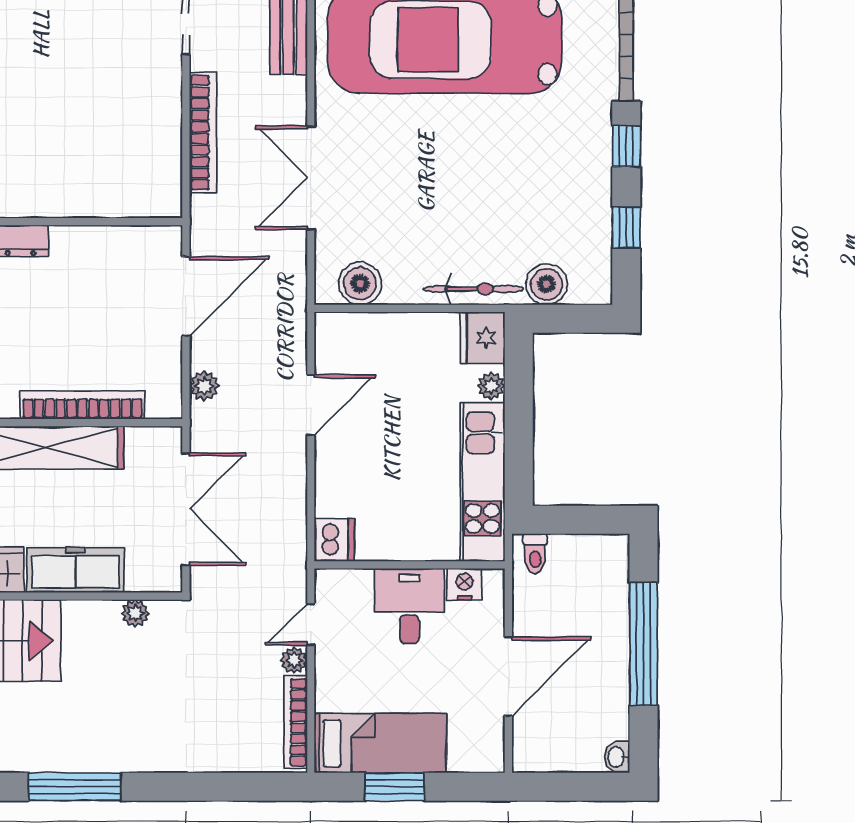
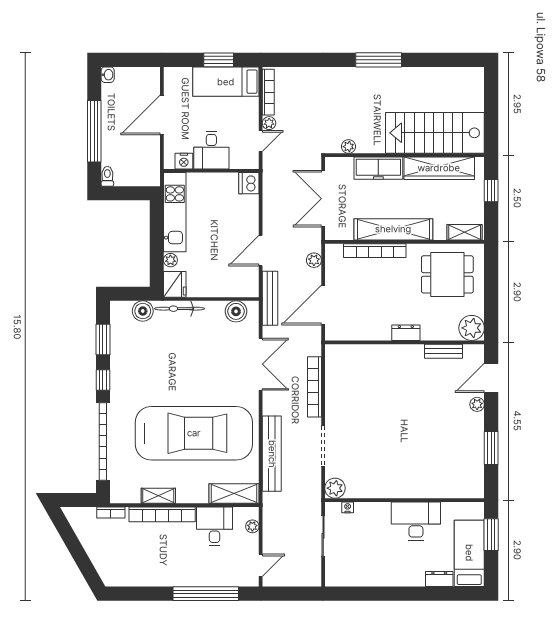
window: (626, 227) -> (103, 339), width x1.50
bench: (292, 310) -> (270, 298), added
toilet: (535, 554) -> (107, 176), moved

